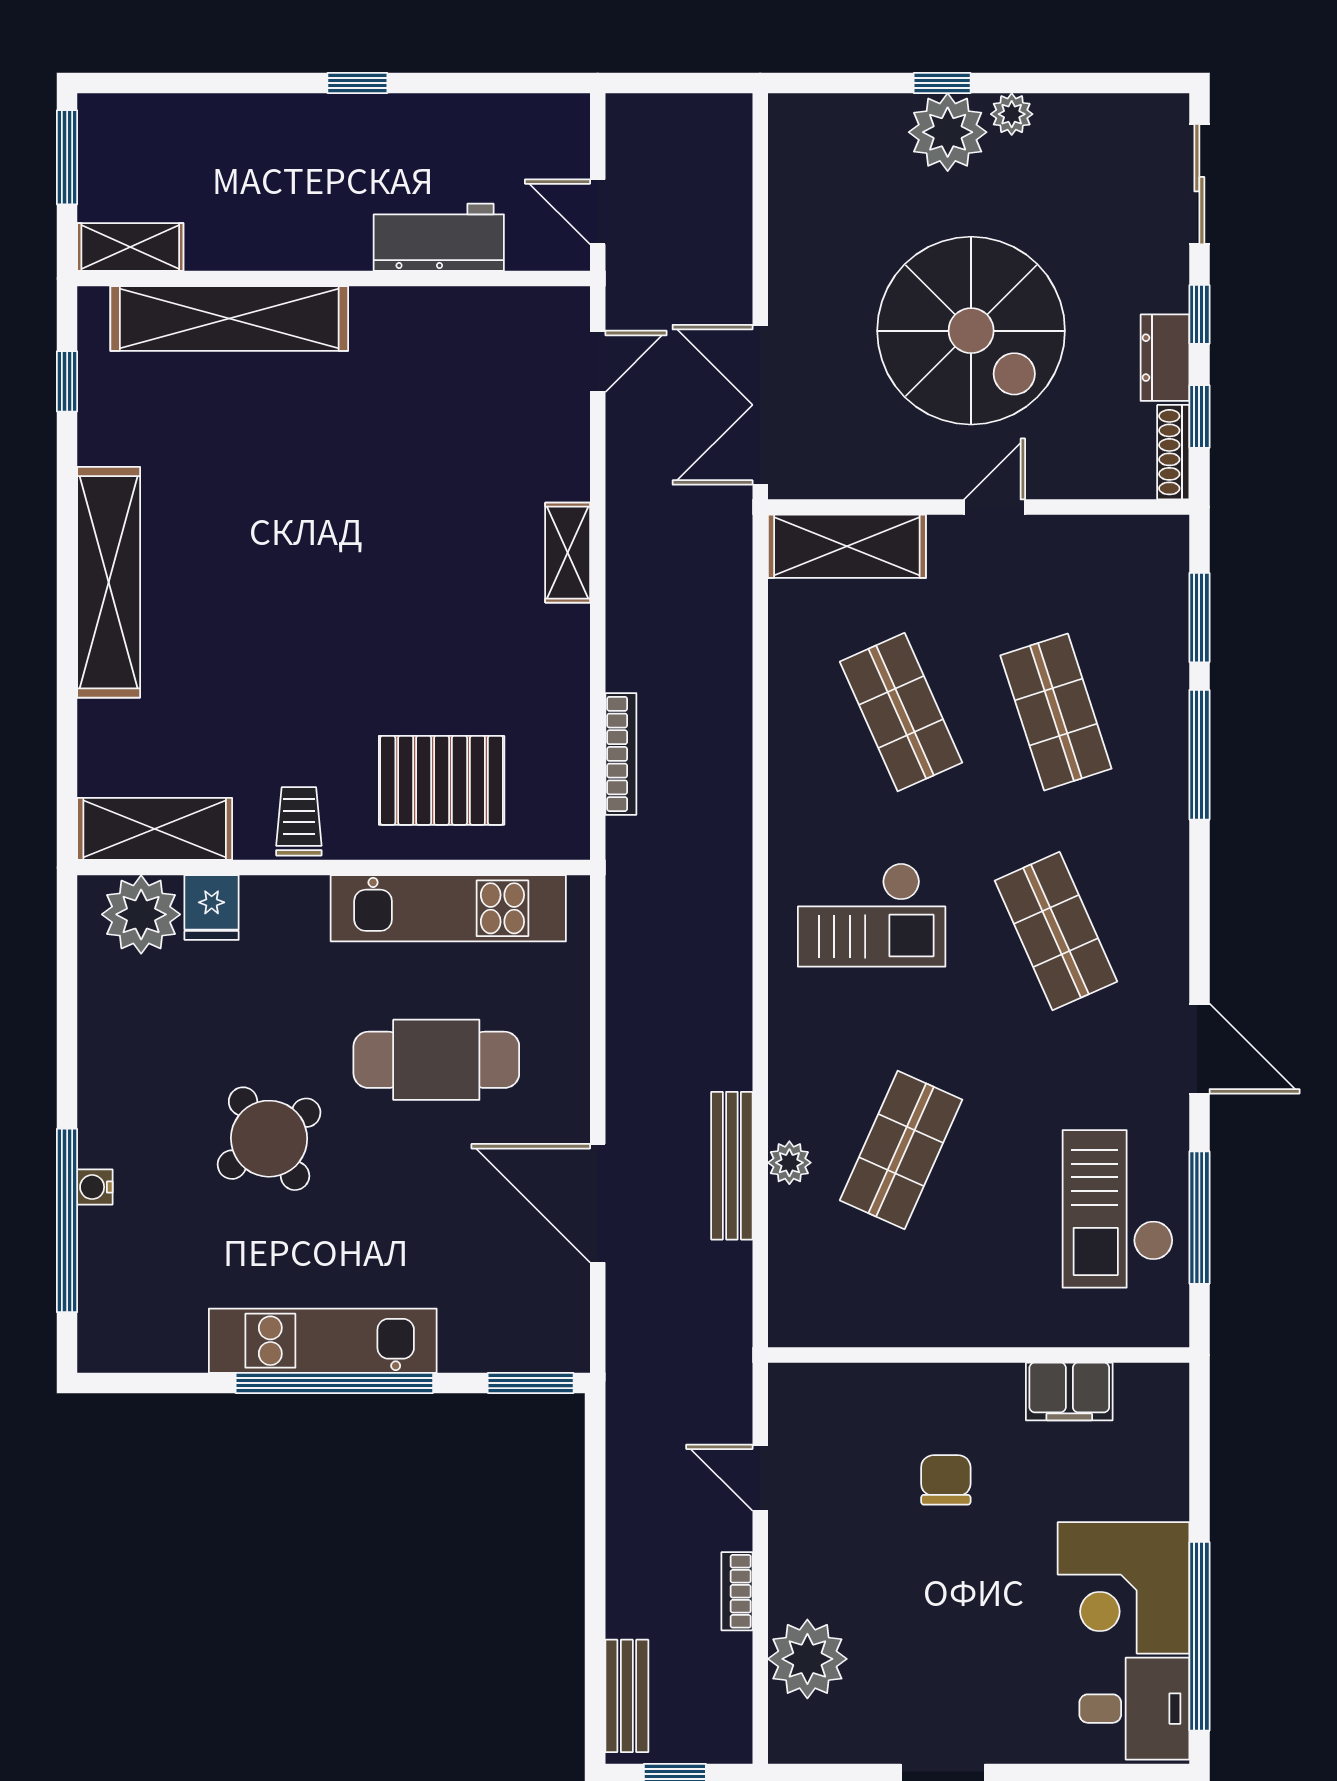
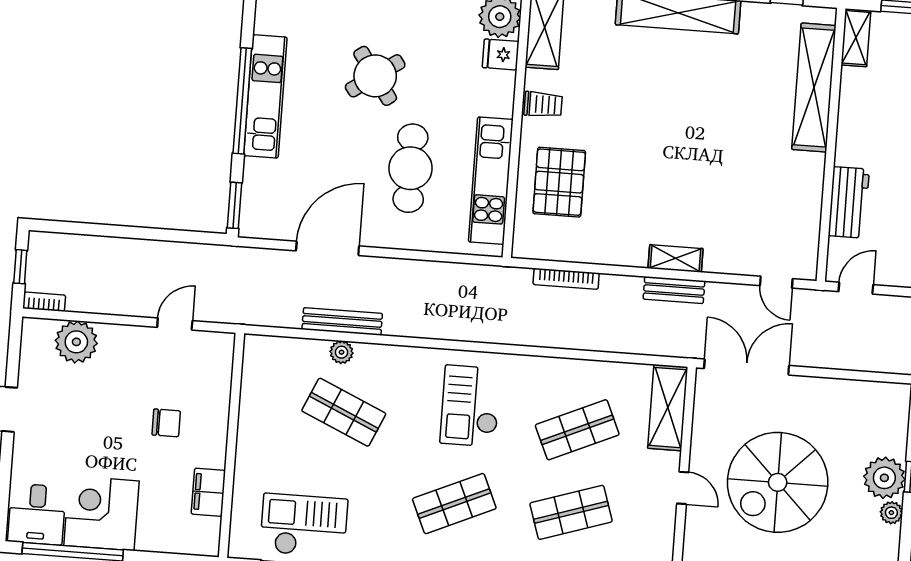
bookcase: (737, 1591) -> (44, 302), moved
bench: (627, 1696) -> (674, 290), moved

